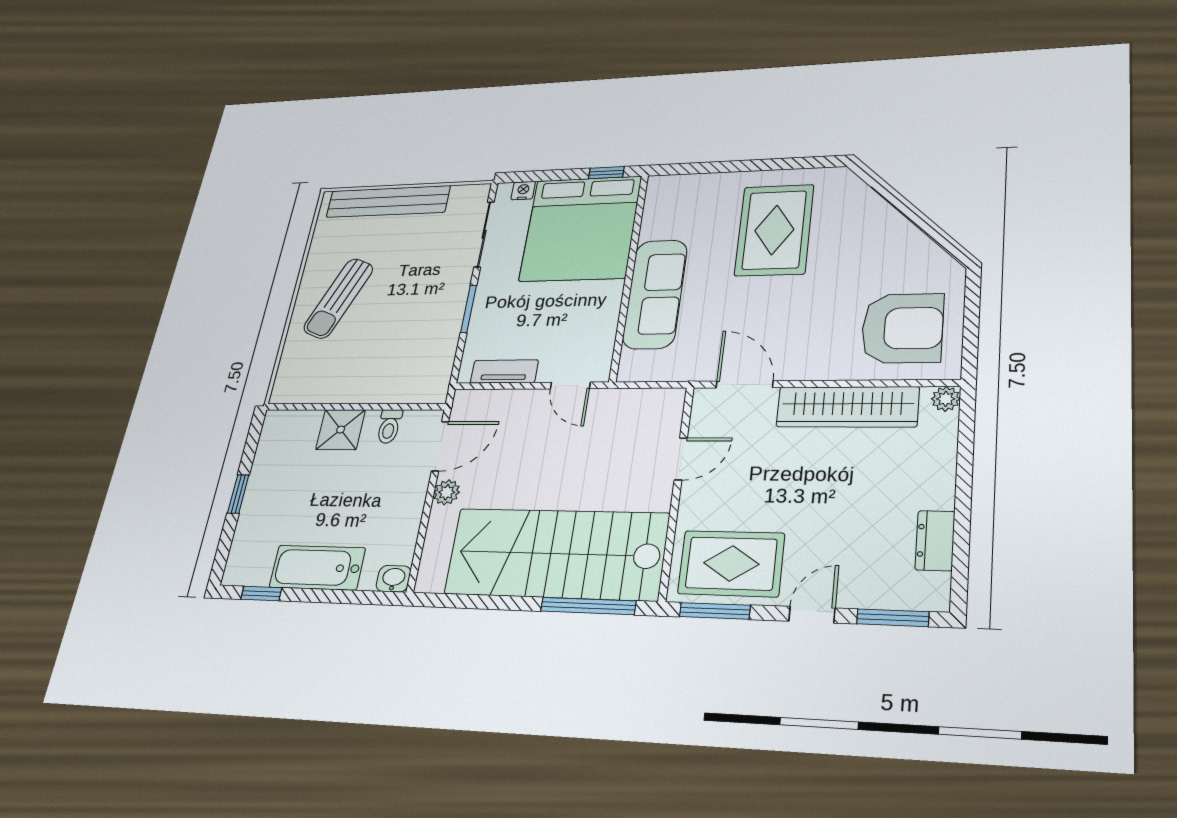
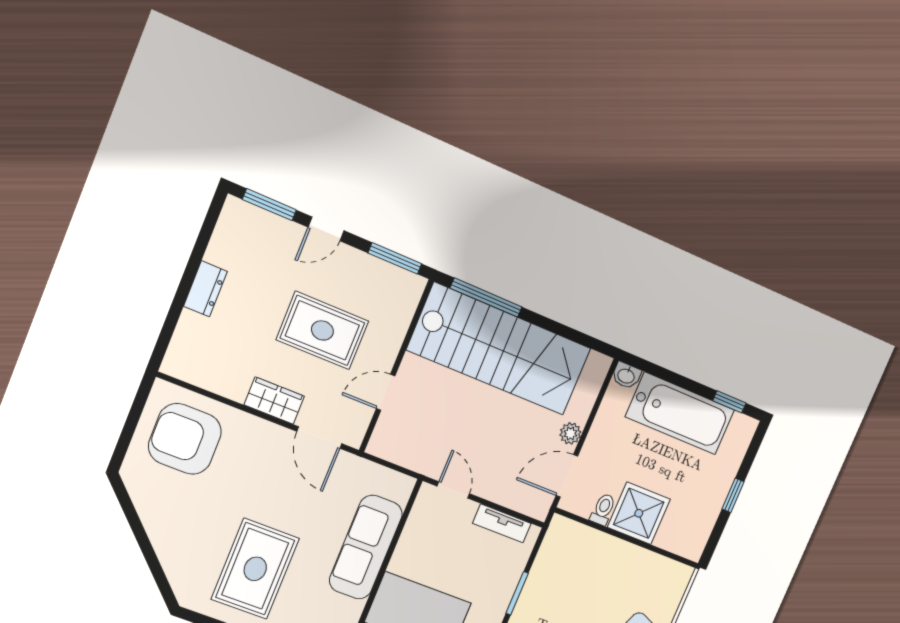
plant: (946, 399) -> (173, 365), removed
wardrobe: (847, 407) -> (274, 401), width x0.48, depth x0.85
shower: (341, 430) -> (639, 513), width x1.36, depth x1.36
dresser: (935, 541) -> (205, 289), moved
rug: (731, 563) -> (322, 330), moved
bathtub: (317, 568) -> (680, 413), width x1.36, depth x1.36

